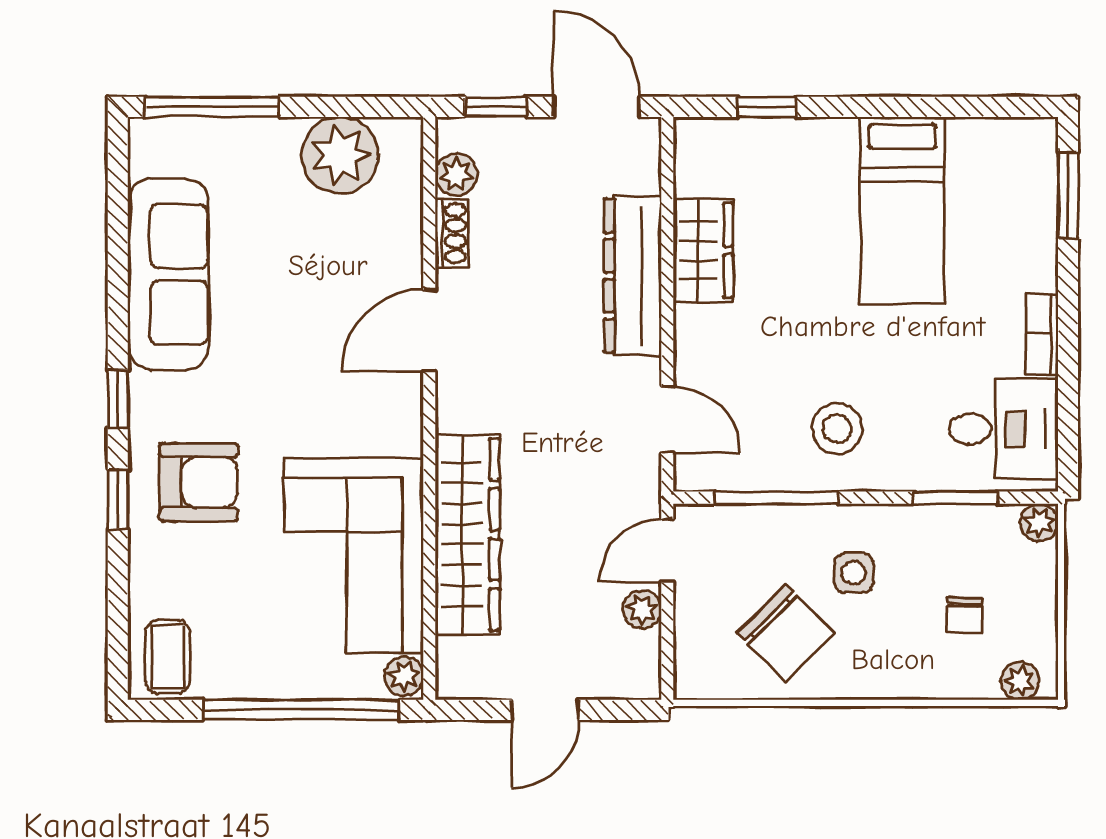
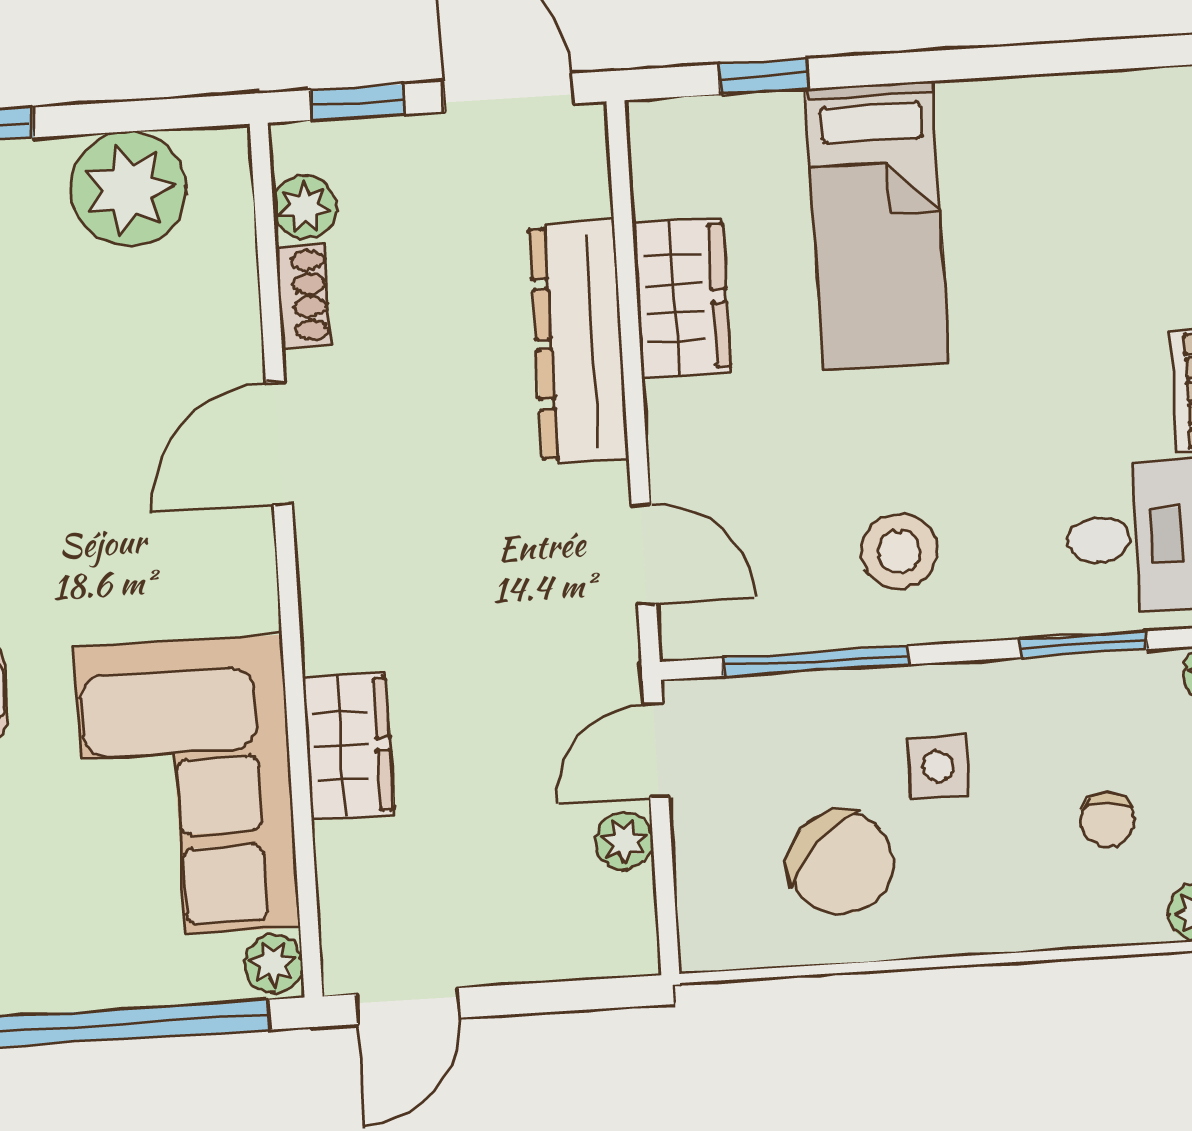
bed: (902, 211) -> (877, 225), moved
wardrobe: (468, 534) -> (348, 746), width x0.48, depth x0.85
door: (545, 710) -> (408, 1006), moved

